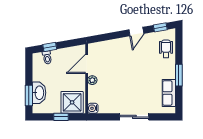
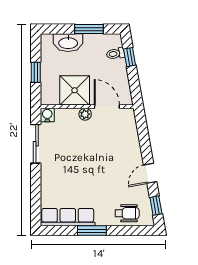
door: (136, 32) -> (150, 173), hinge flipped
row of seats: (169, 93) -> (68, 217), width x1.48
window: (29, 95) -> (89, 29), moved
shower: (72, 102) -> (75, 90), moved
sliding door: (134, 117) -> (36, 144), moved

